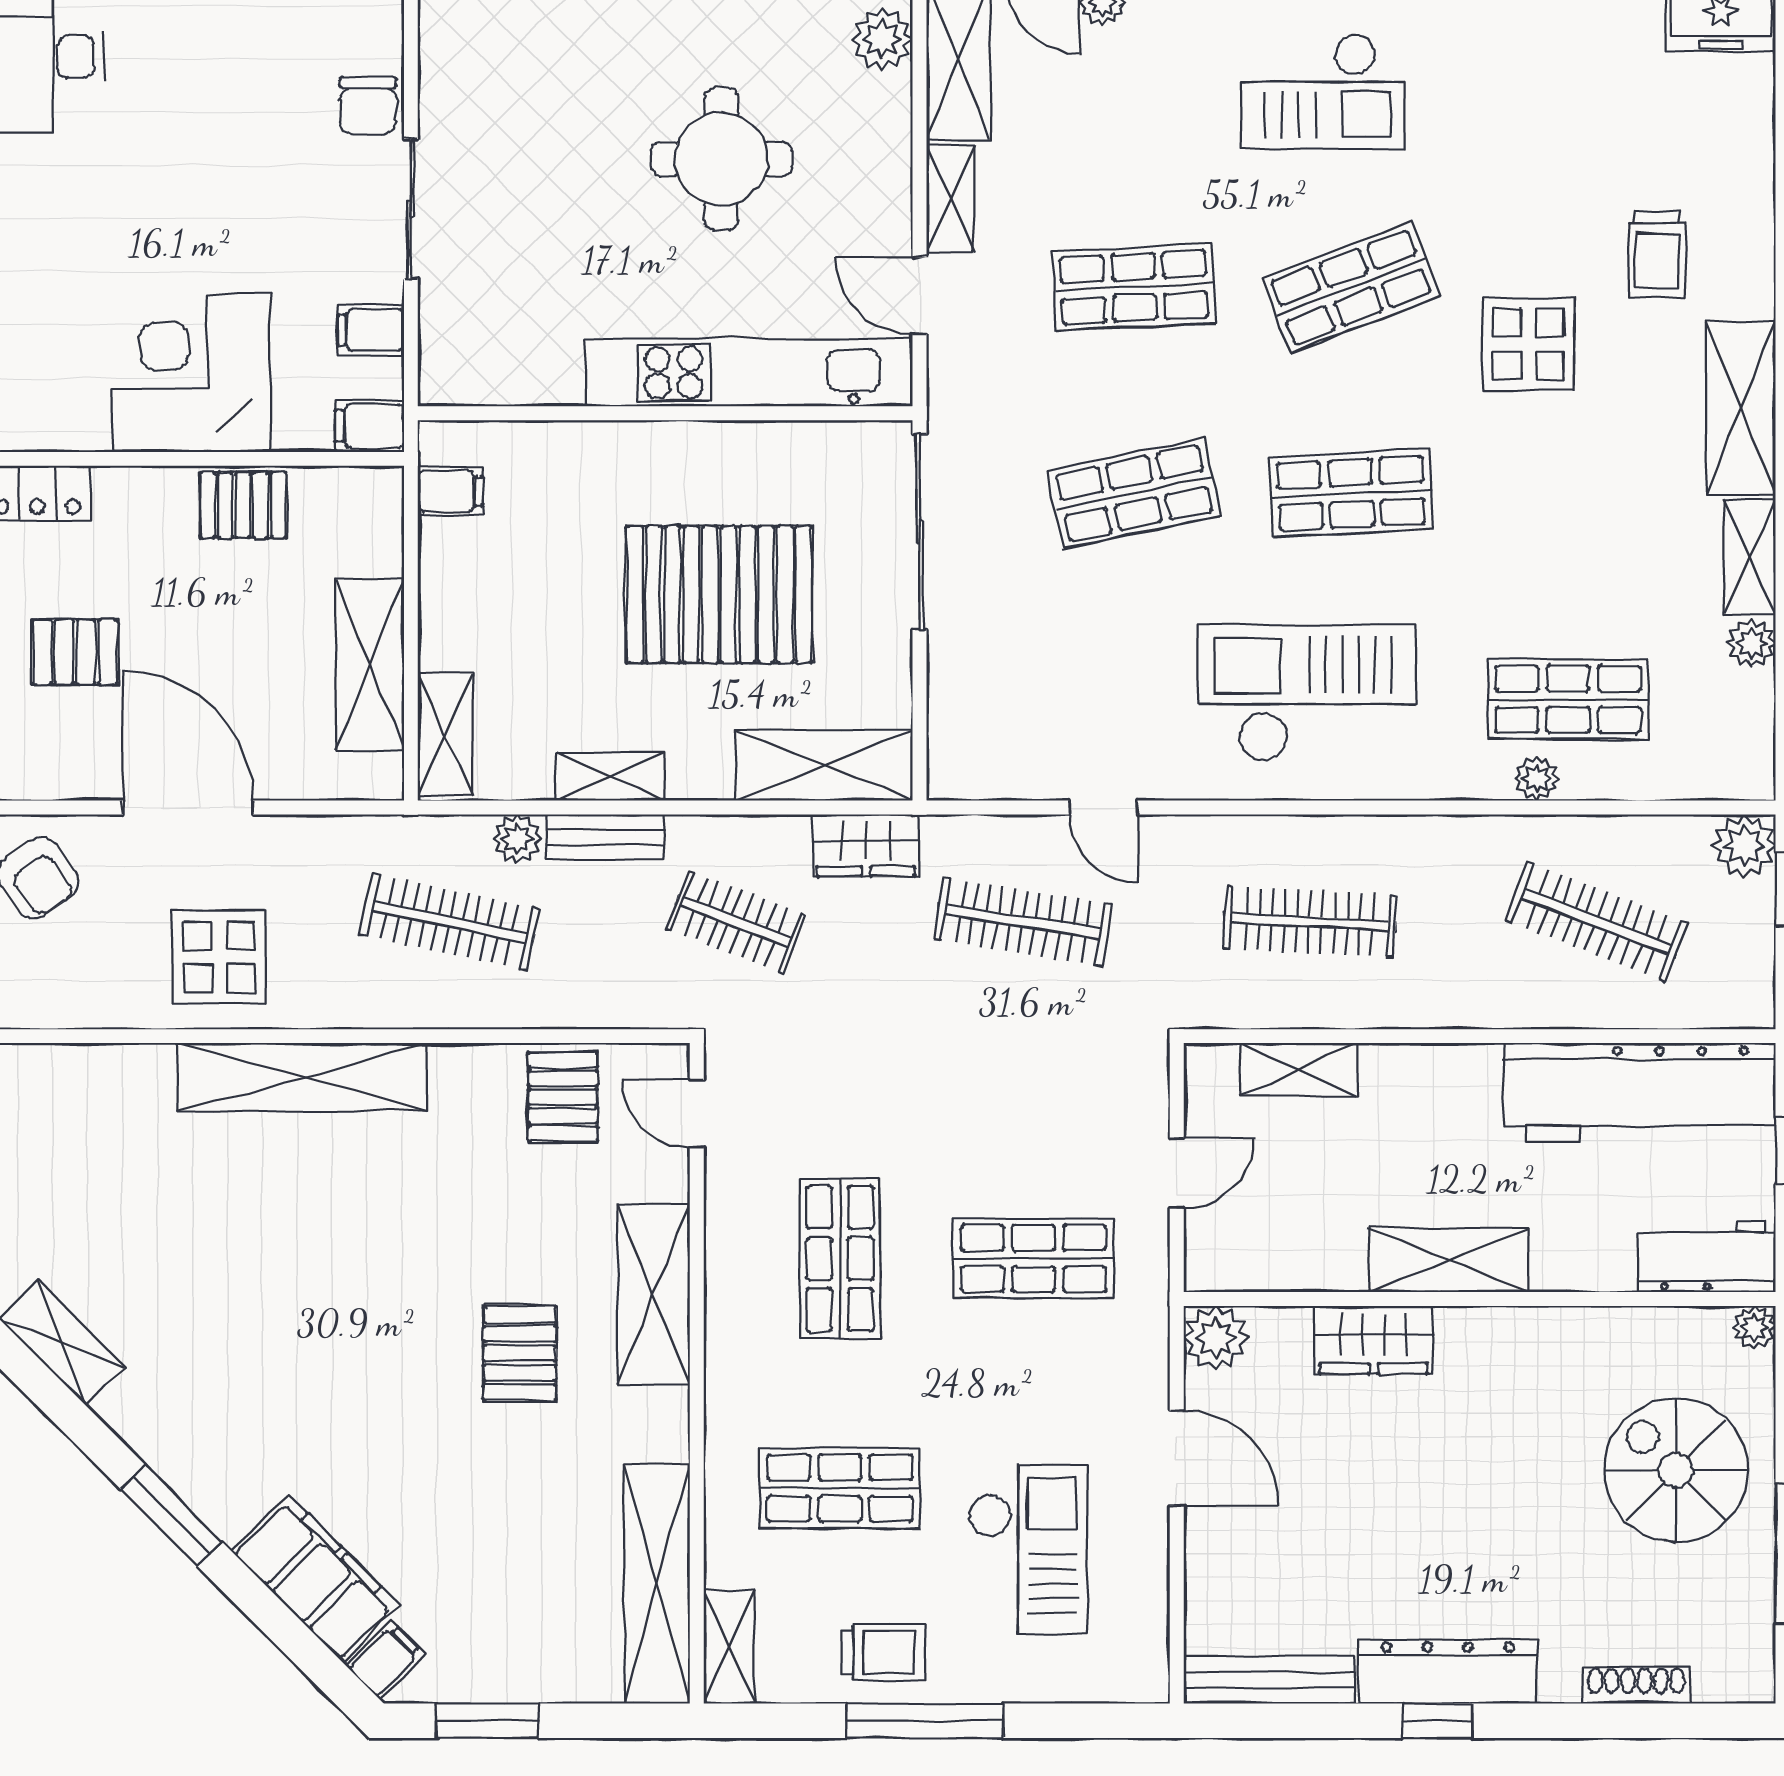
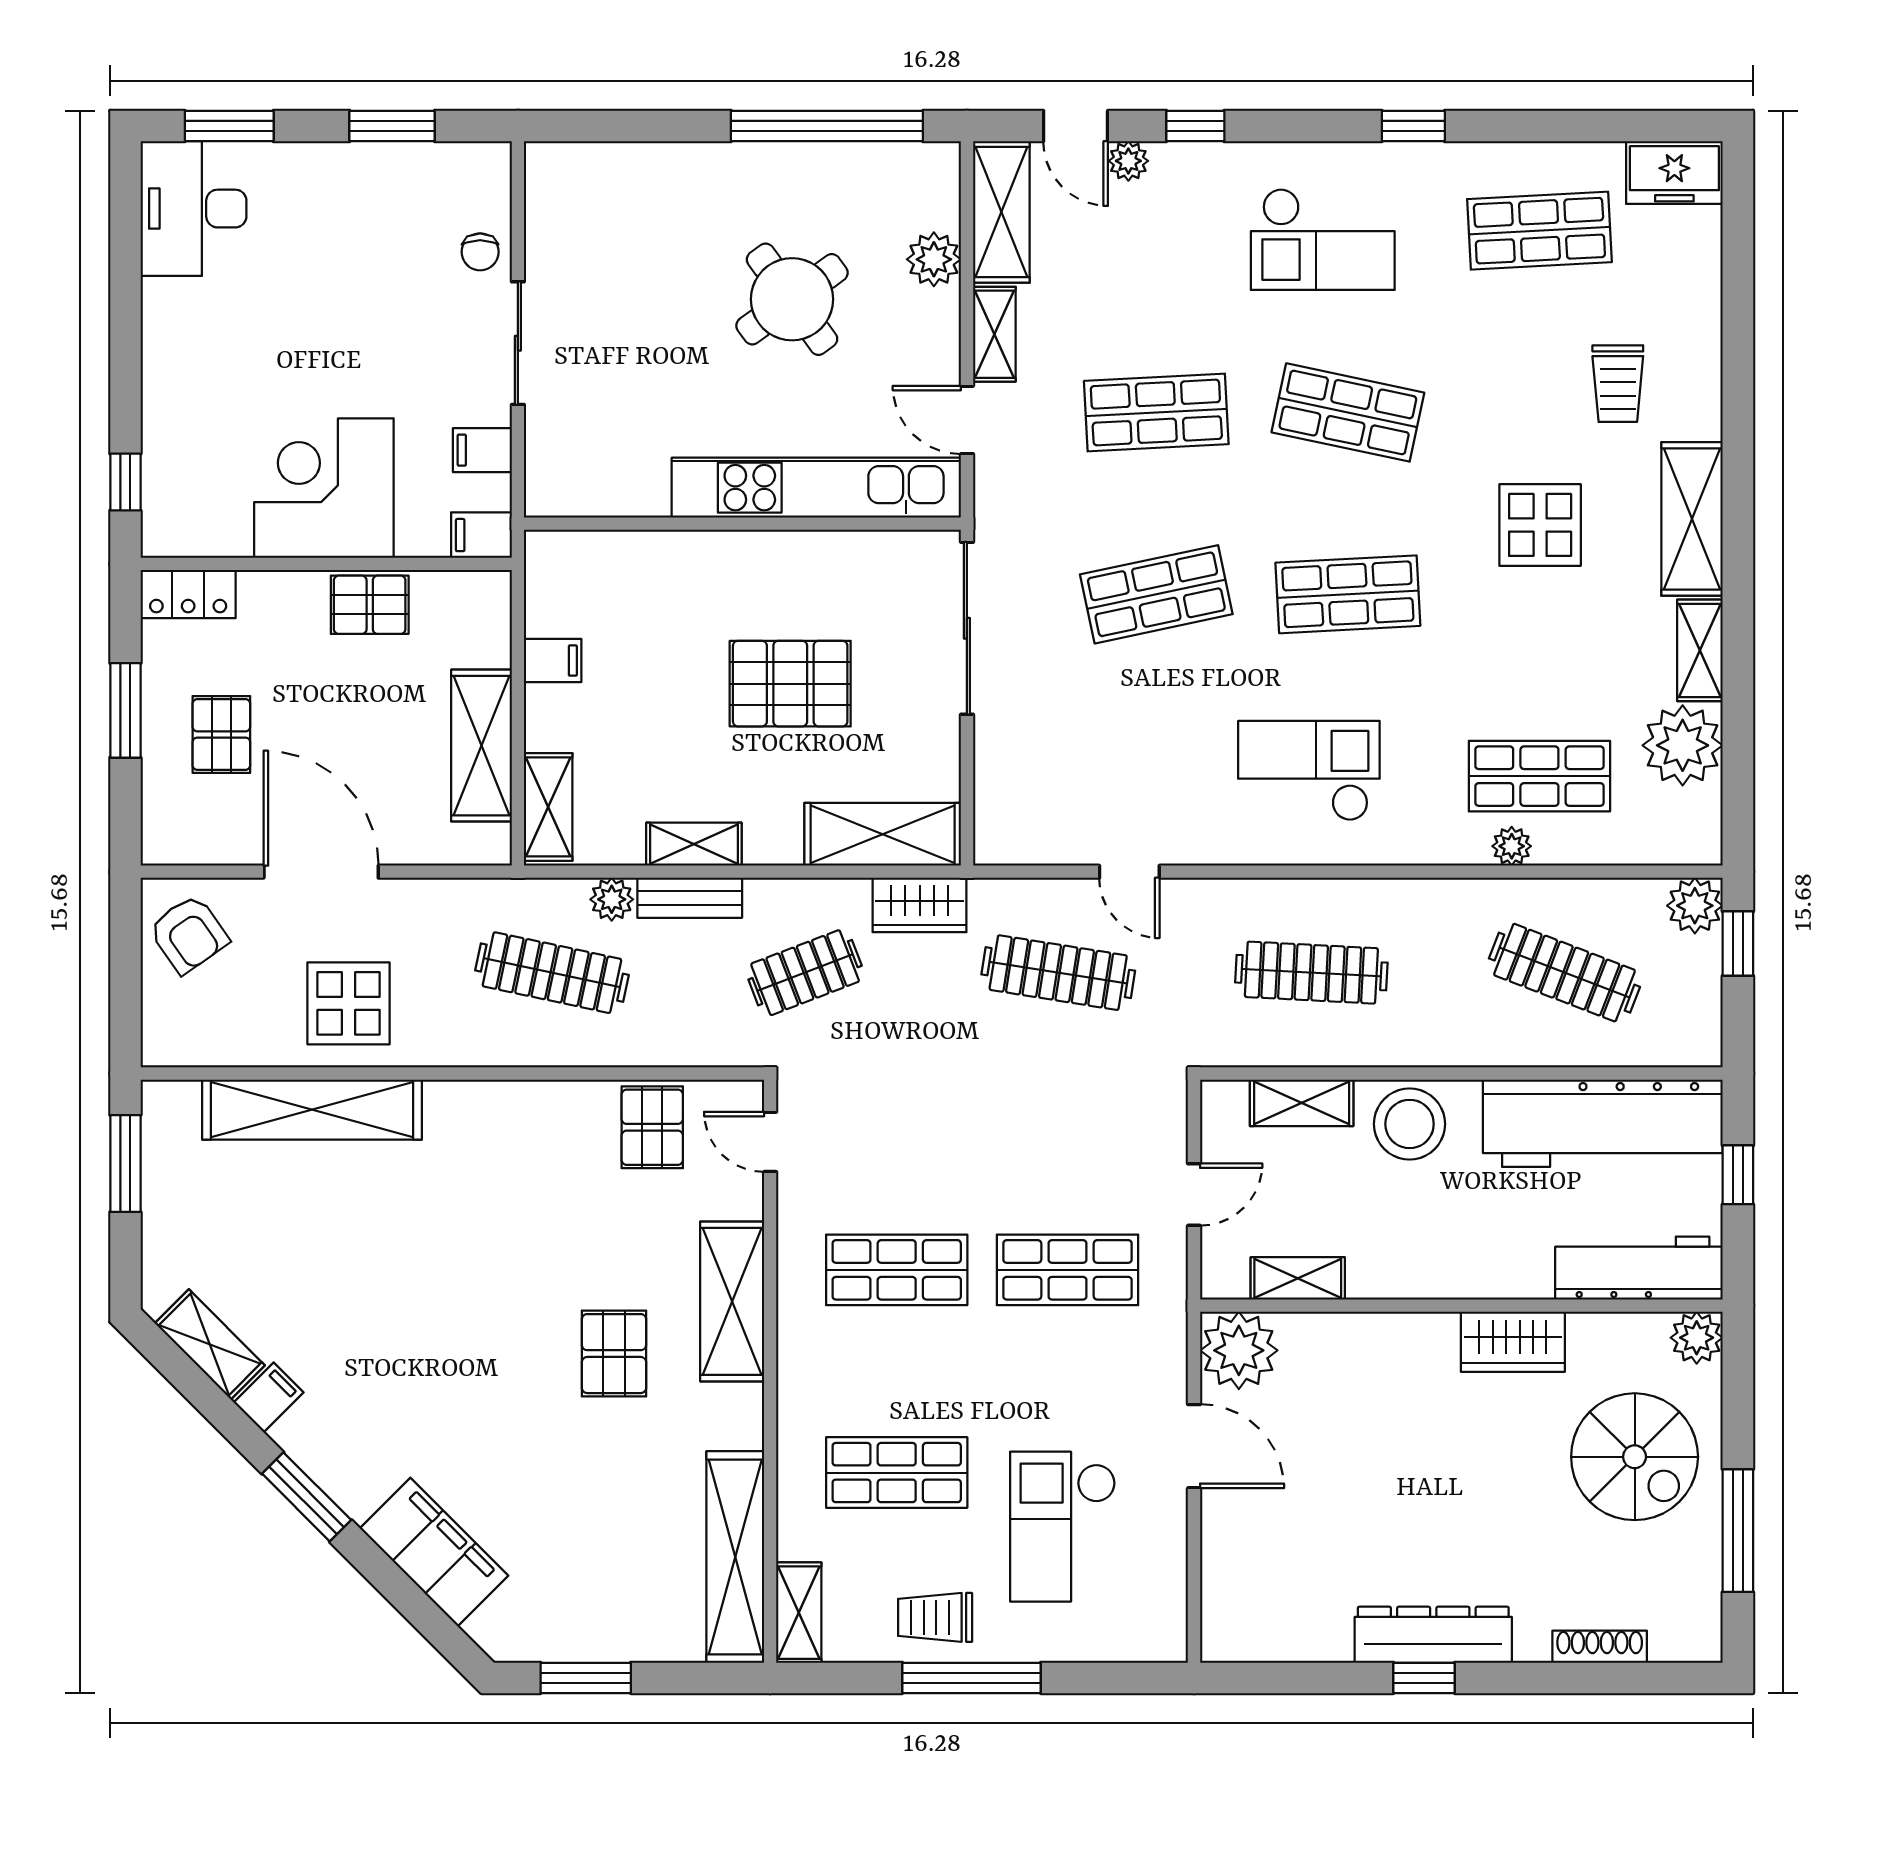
plant: (882, 39) -> (934, 259), moved
shop shelf: (1568, 81) -> (1539, 231), added
chair: (368, 105) -> (480, 252), width x0.73, depth x0.73
round table: (721, 159) -> (792, 299), turned -36
shop shelf: (1351, 287) -> (1348, 412), turned 33
display table: (1528, 344) -> (1540, 525), moved
filing cabinet: (450, 491) -> (553, 661), moved
pallet: (719, 594) -> (790, 684), width x0.73, depth x0.71
plant: (1751, 643) -> (1683, 745), width x1.88, depth x1.88
pallet: (75, 652) -> (221, 734), turned 90
checkout: (1307, 693) -> (1309, 771), width x0.73, depth x0.83
clothes rail: (736, 922) -> (805, 973), turned -42
shelving: (302, 1077) -> (312, 1110), moved
stool: (1421, 1093) -> (1410, 1124), added
workbench: (1707, 1256) -> (1639, 1268), width x1.38
shop shelf: (840, 1259) -> (897, 1270), turned 90
shelving: (1449, 1260) -> (1298, 1278), moved, width x0.67, depth x0.75
plant: (1754, 1327) -> (1697, 1338), width x1.38, depth x1.38
plant: (1216, 1338) -> (1239, 1350), width x1.36, depth x1.36
wardrobe: (1373, 1340) -> (1513, 1342), moved
spiral stairs: (1676, 1470) -> (1635, 1457), turned 180
checkout: (1028, 1549) -> (1063, 1527), turned 180
trolley: (883, 1652) -> (935, 1617), turned 180
filing cabinet: (386, 1660) -> (269, 1397), moved
bench: (1269, 1680) -> (1275, 1642), removed

